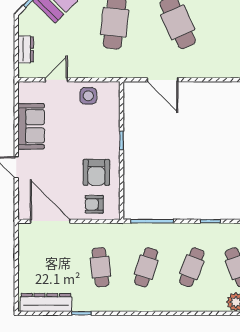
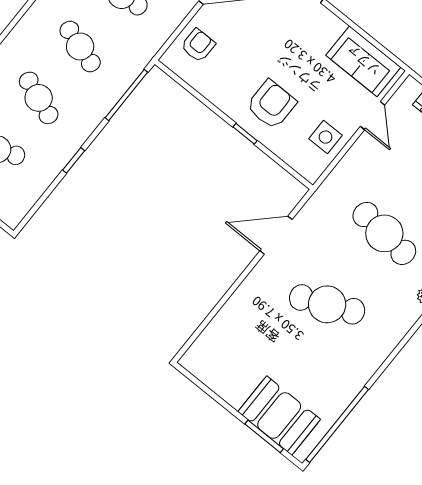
sofa: (31, 126) -> (363, 61), moved
armchair: (96, 172) -> (271, 104), moved, turned 90

